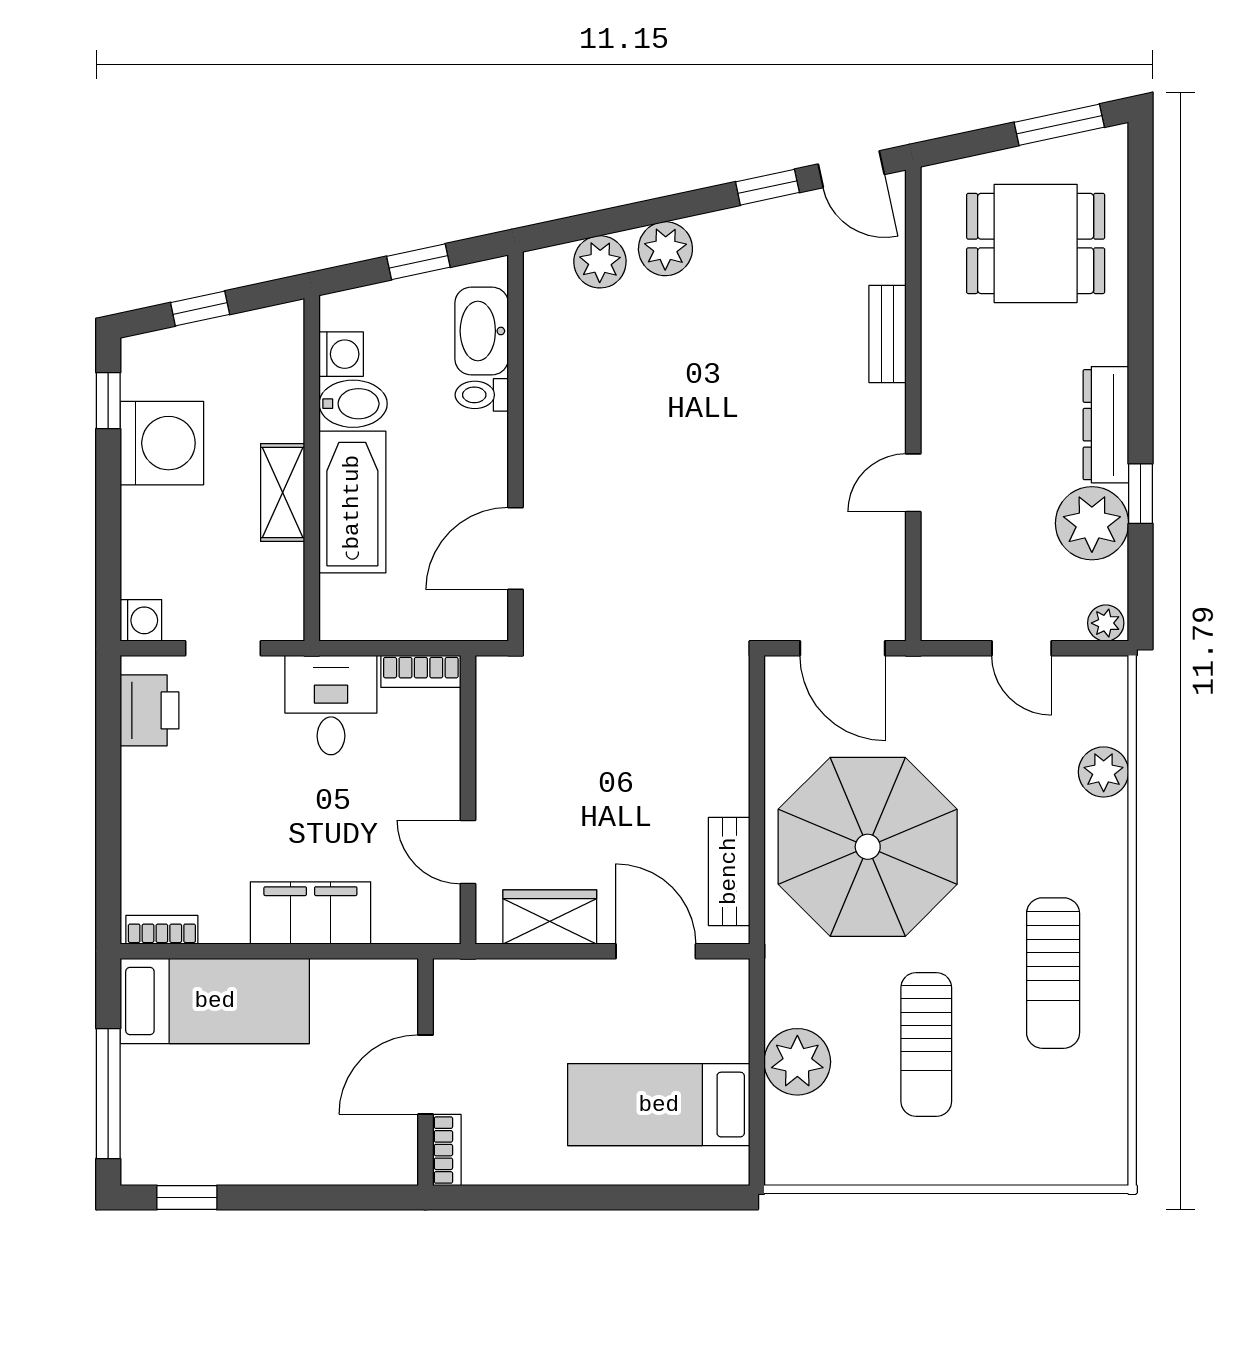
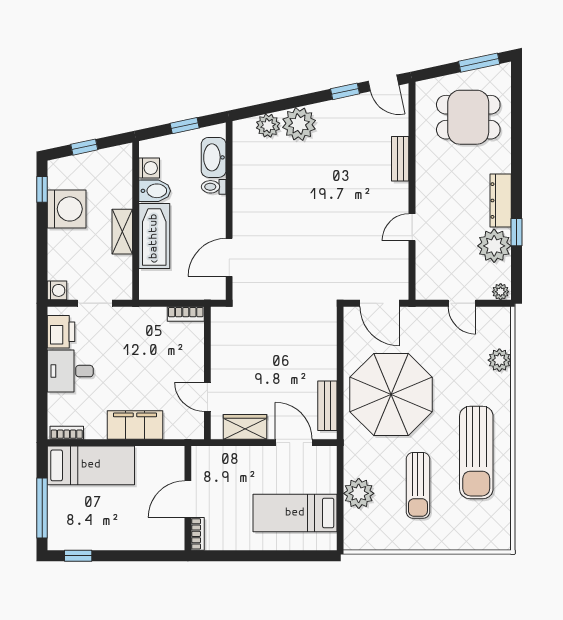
plant: (665, 249) -> (299, 124), width x1.36, depth x1.36
desk: (331, 705) -> (70, 371), moved, turned -90
sun lounger: (1053, 973) -> (476, 453), width x1.36, depth x1.34

